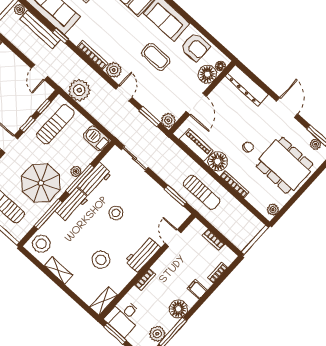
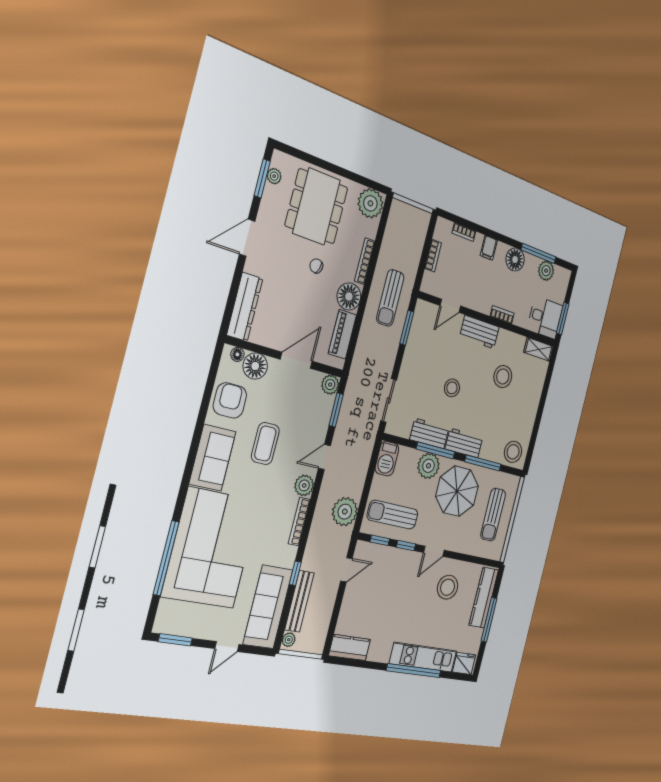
plant: (76, 171) -> (428, 466), width x1.88, depth x1.88
sun lounger: (202, 192) -> (390, 298), turned 180
plant: (273, 210) -> (370, 203), width x1.88, depth x1.88
shelving: (59, 270) -> (530, 417), removed

